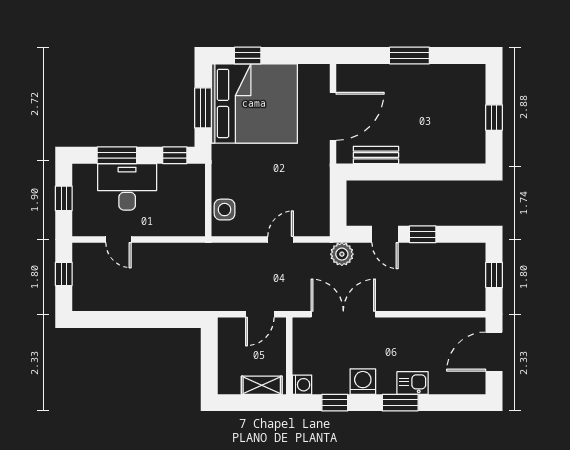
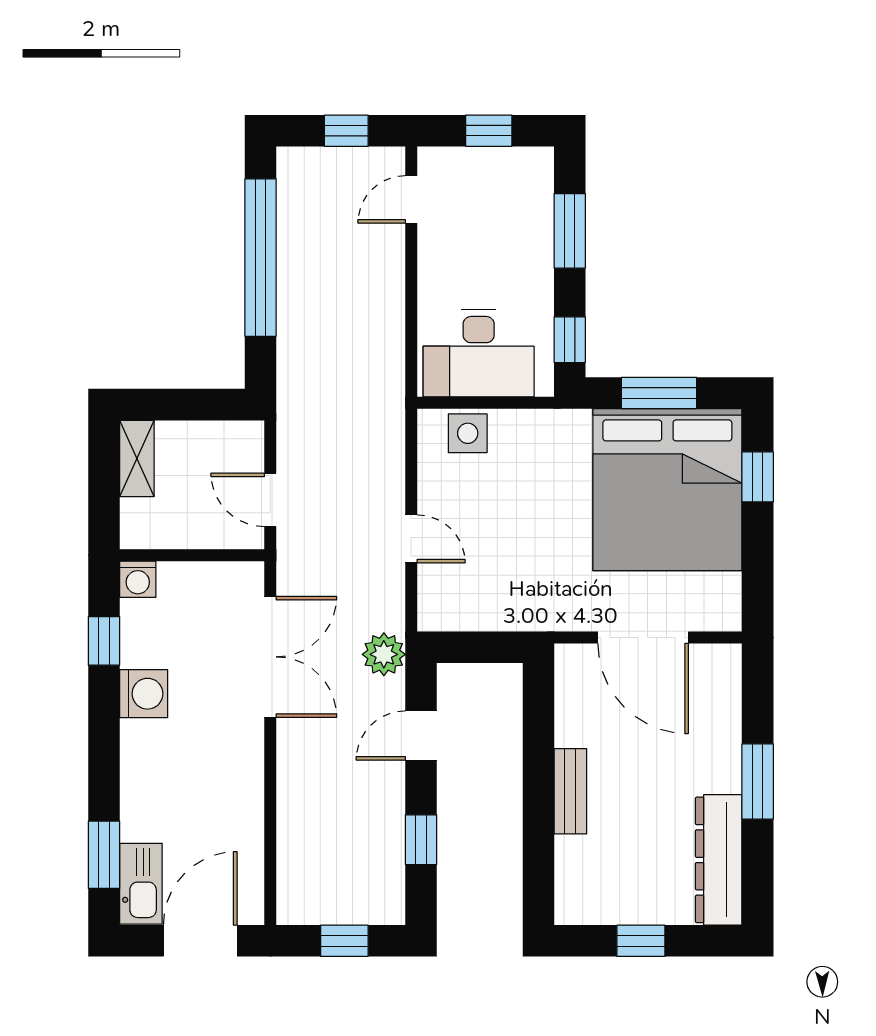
dresser: (451, 76) -> (719, 860), added
bench: (376, 155) -> (570, 791), moved
desk: (127, 187) -> (479, 353), moved, turned 90
window: (423, 234) -> (421, 840), moved
door: (118, 239) -> (411, 199), moved
window: (131, 320) -> (261, 258), added
door: (494, 352) -> (200, 941), hinge flipped
kitchen sink: (412, 383) -> (141, 884), moved, width x1.38
shelving: (262, 385) -> (137, 458), moved
window: (400, 403) -> (104, 855), moved

